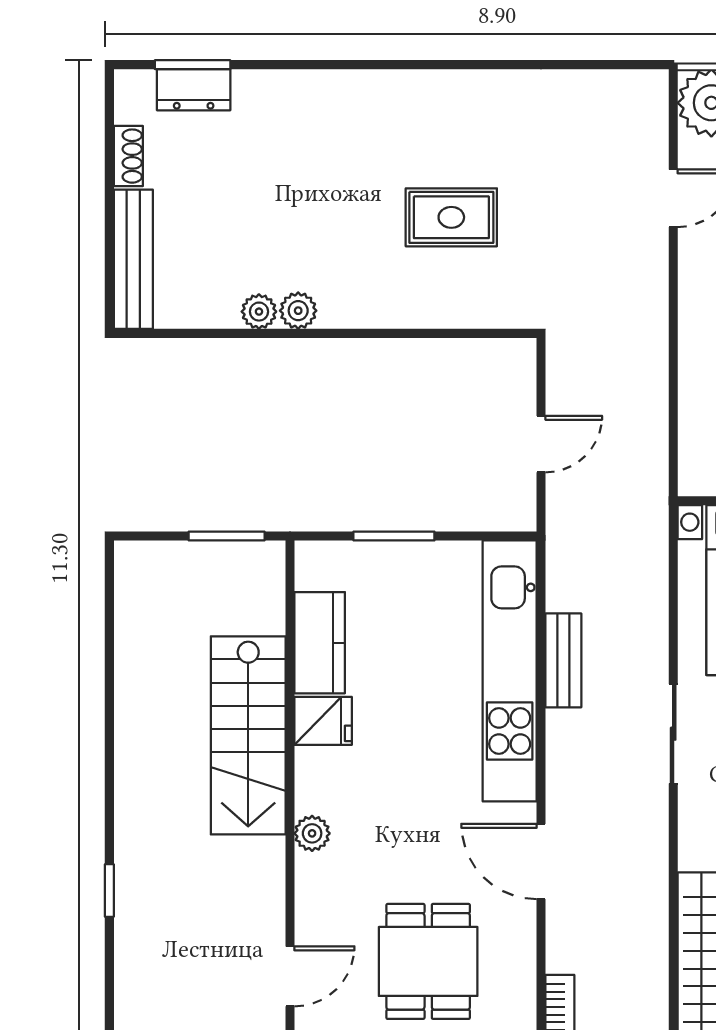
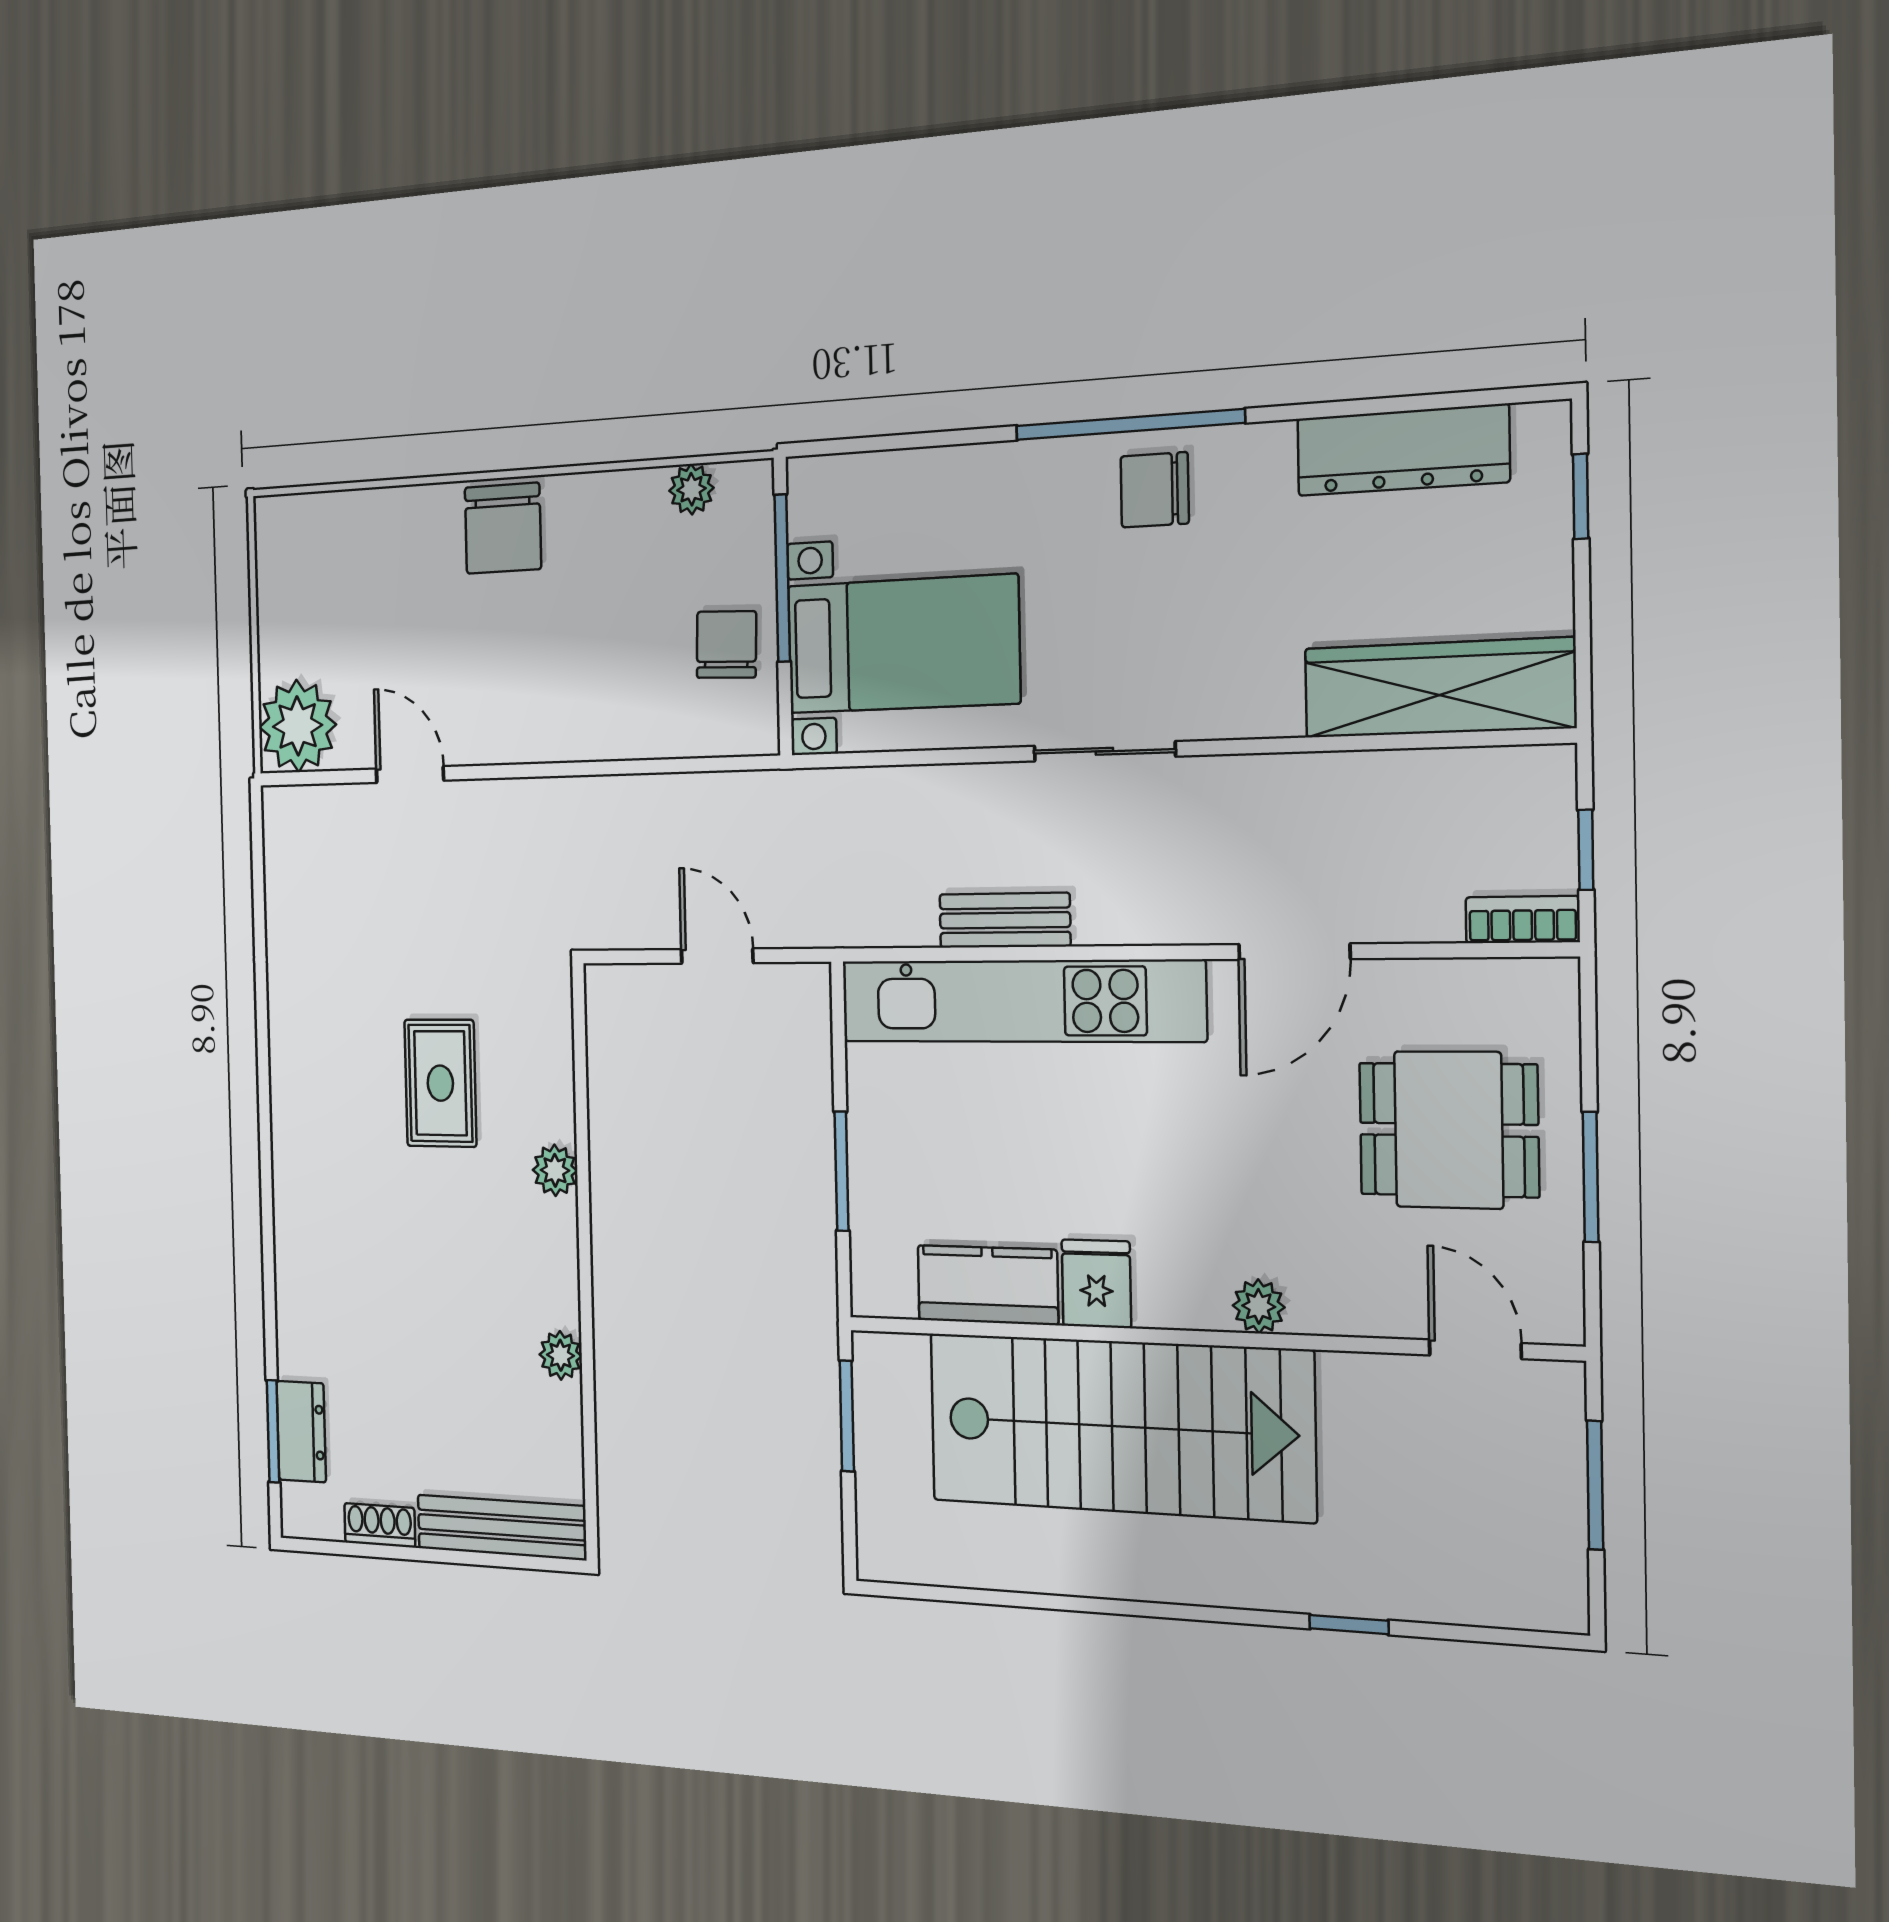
plant: (298, 311) -> (555, 1170), moved
stairs: (248, 735) -> (1120, 1426), width x1.36, depth x1.51

